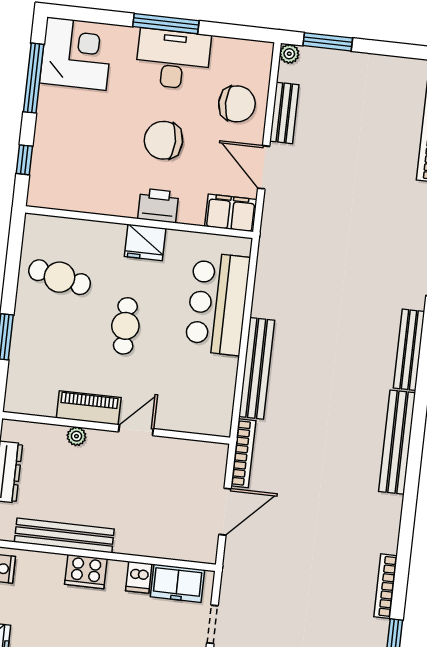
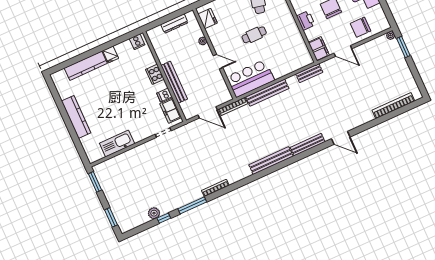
chair: (237, 104) -> (360, 27), turned 90
bench: (284, 113) -> (309, 73), moved
door: (264, 167) -> (343, 51), swing flipped
fridge: (145, 242) -> (208, 18), moved, turned 180
bar counter: (217, 304) -> (250, 78), moved
piano: (89, 408) -> (216, 39), removed
bench: (64, 535) -> (174, 82), moved

